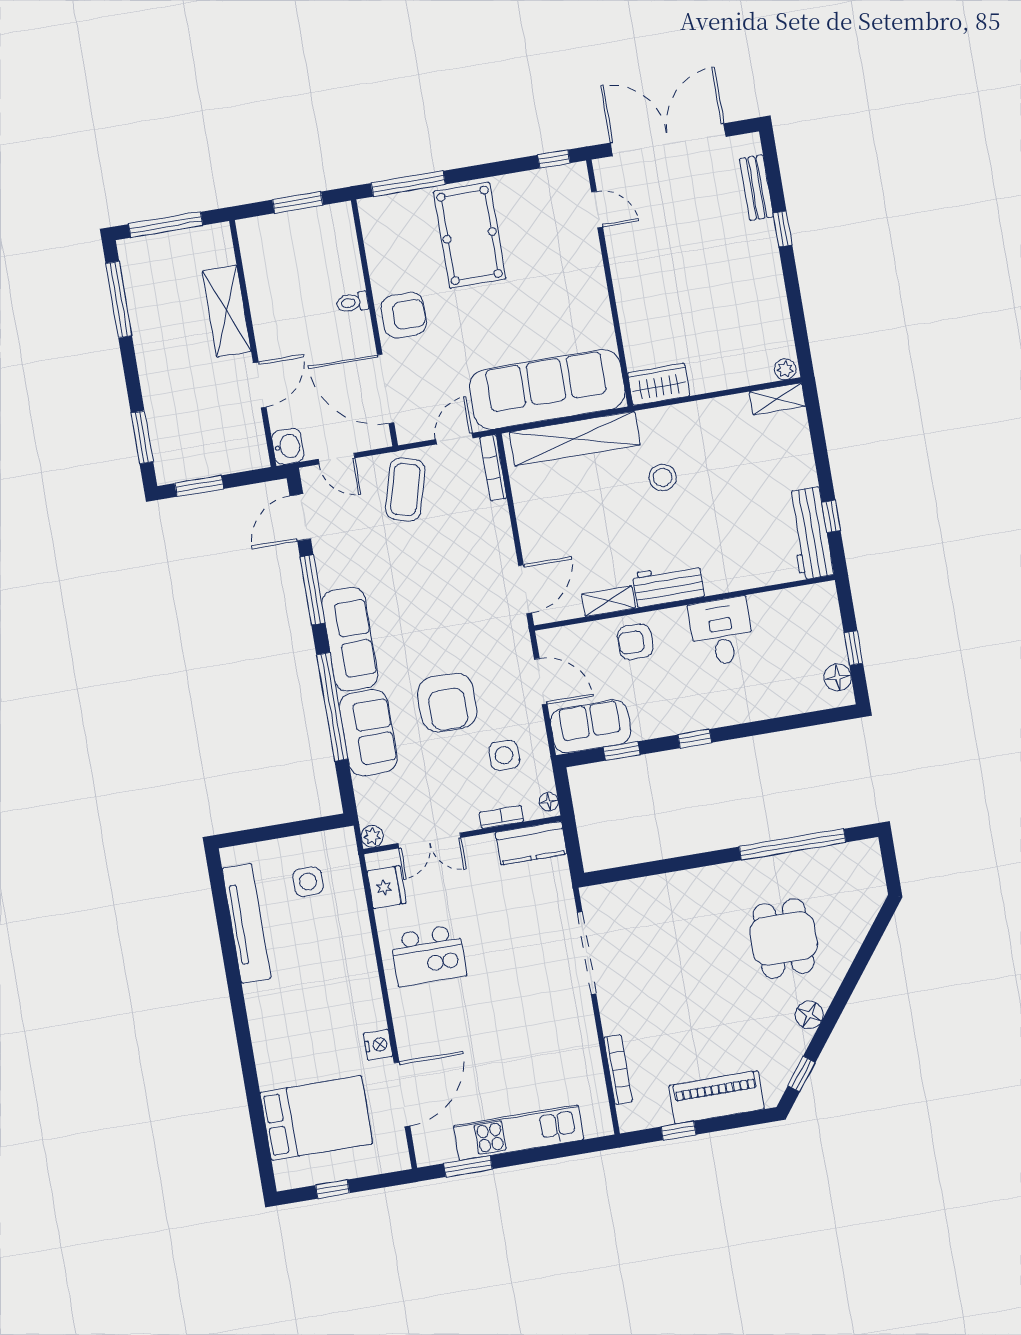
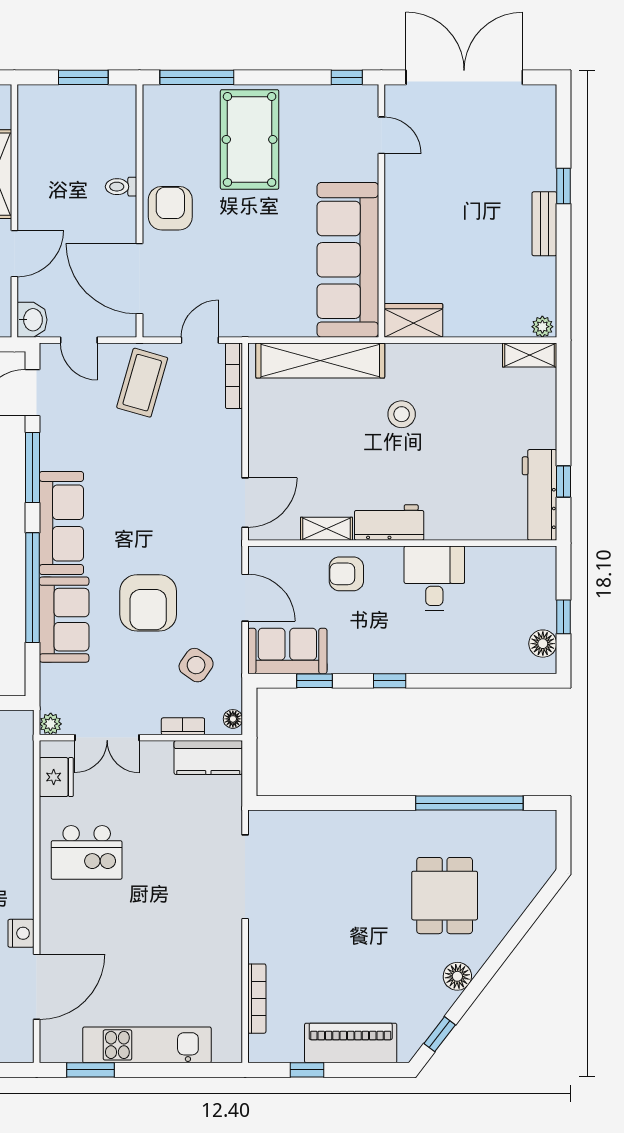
bench: (756, 188) -> (544, 224), moved
armchair: (404, 315) -> (170, 208), turned -90
sofa: (547, 389) -> (348, 260), moved, turned -90
side table: (504, 755) -> (196, 665), turned 35

